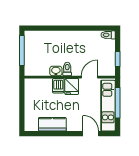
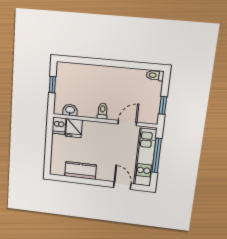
window: (22, 51) -> (52, 85), width x0.46
washbasin: (56, 71) -> (70, 110), moved
dishwasher: (58, 86) -> (59, 126), moved
fridge: (72, 86) -> (74, 128), moved

